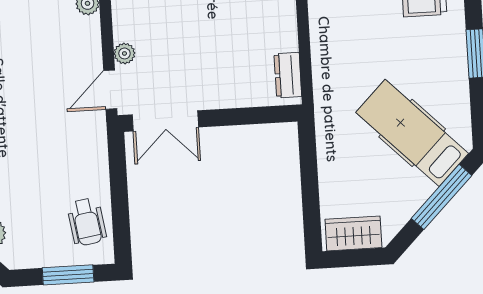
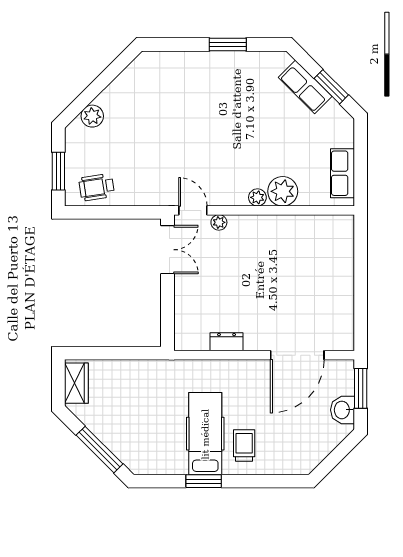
dresser: (288, 75) -> (227, 342), moved
double door: (165, 121) -> (167, 250), swing flipped
hospital bed: (412, 133) -> (205, 434), moved, turned -45

